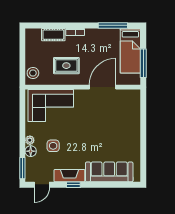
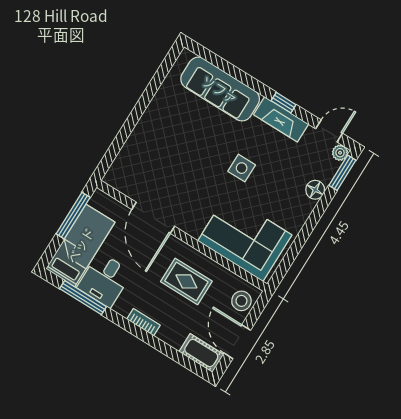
cot: (53, 35) -> (201, 353), moved
desk: (108, 41) -> (105, 280), added
door: (22, 51) -> (237, 342), added
door: (103, 87) -> (153, 218), hinge flipped
plant: (30, 140) -> (340, 153), moved
side table: (53, 146) -> (242, 168), moved

